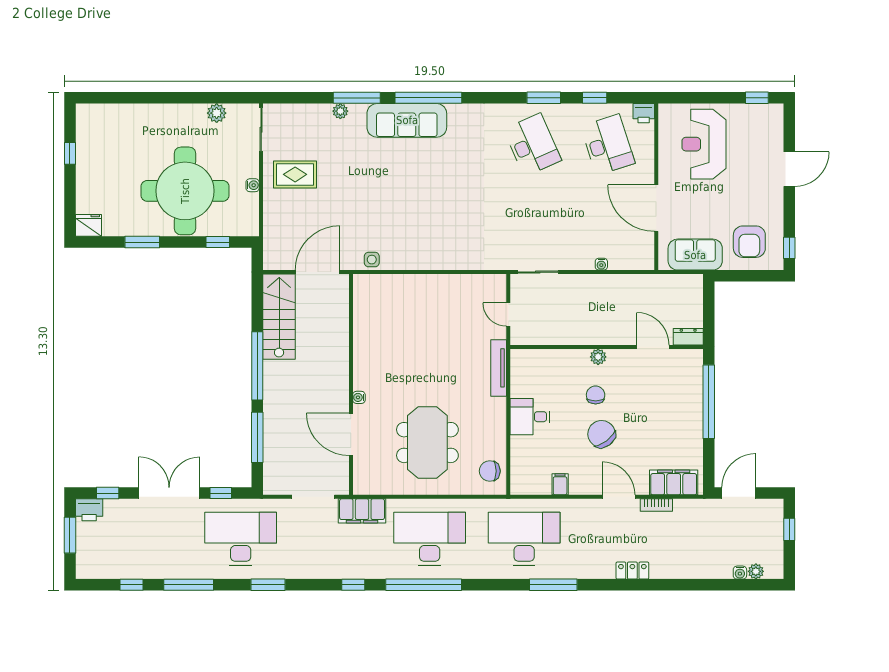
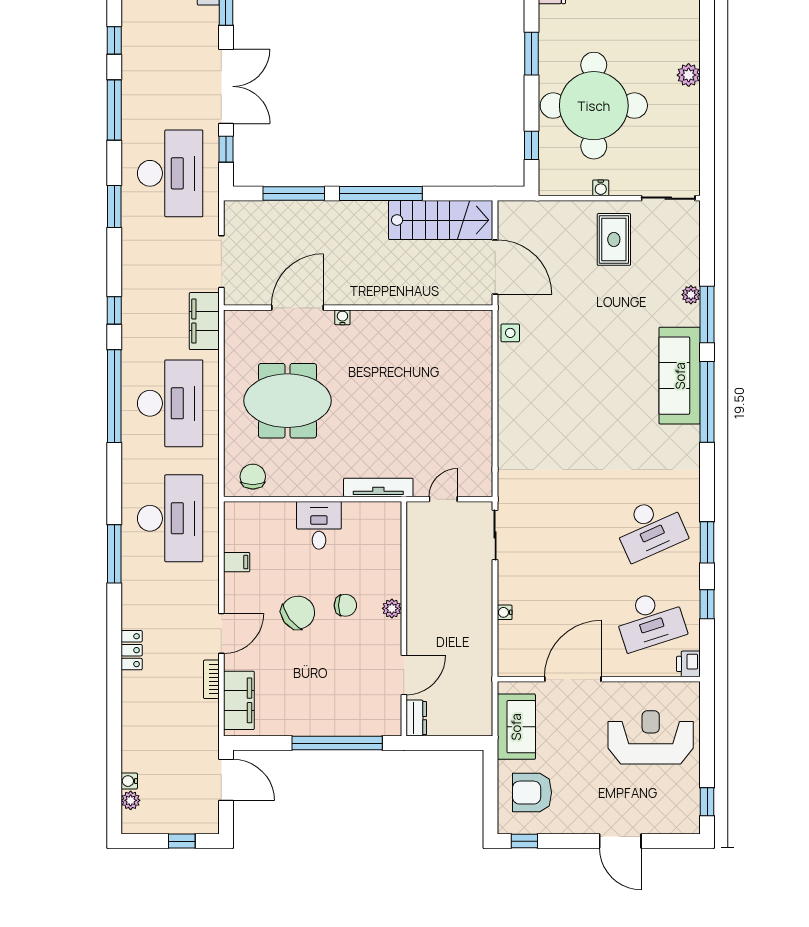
plant: (217, 113) -> (689, 75), moved

